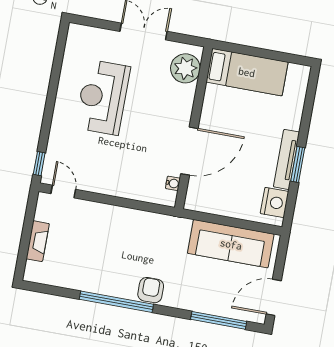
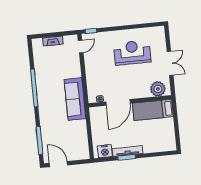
bed: (247, 72) -> (153, 110), moved, turned 90
door: (189, 151) -> (118, 102), hinge flipped
sofa: (231, 244) -> (75, 99), moved
armchair: (151, 290) -> (45, 103), removed

